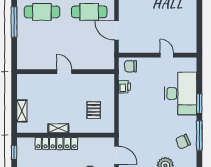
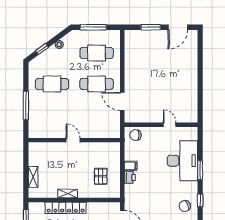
window: (14, 22) -> (26, 105), moved
printer: (124, 87) -> (130, 177), moved
filing cabinet: (125, 99) -> (131, 166), added
window: (199, 136) -> (200, 200), width x0.46

